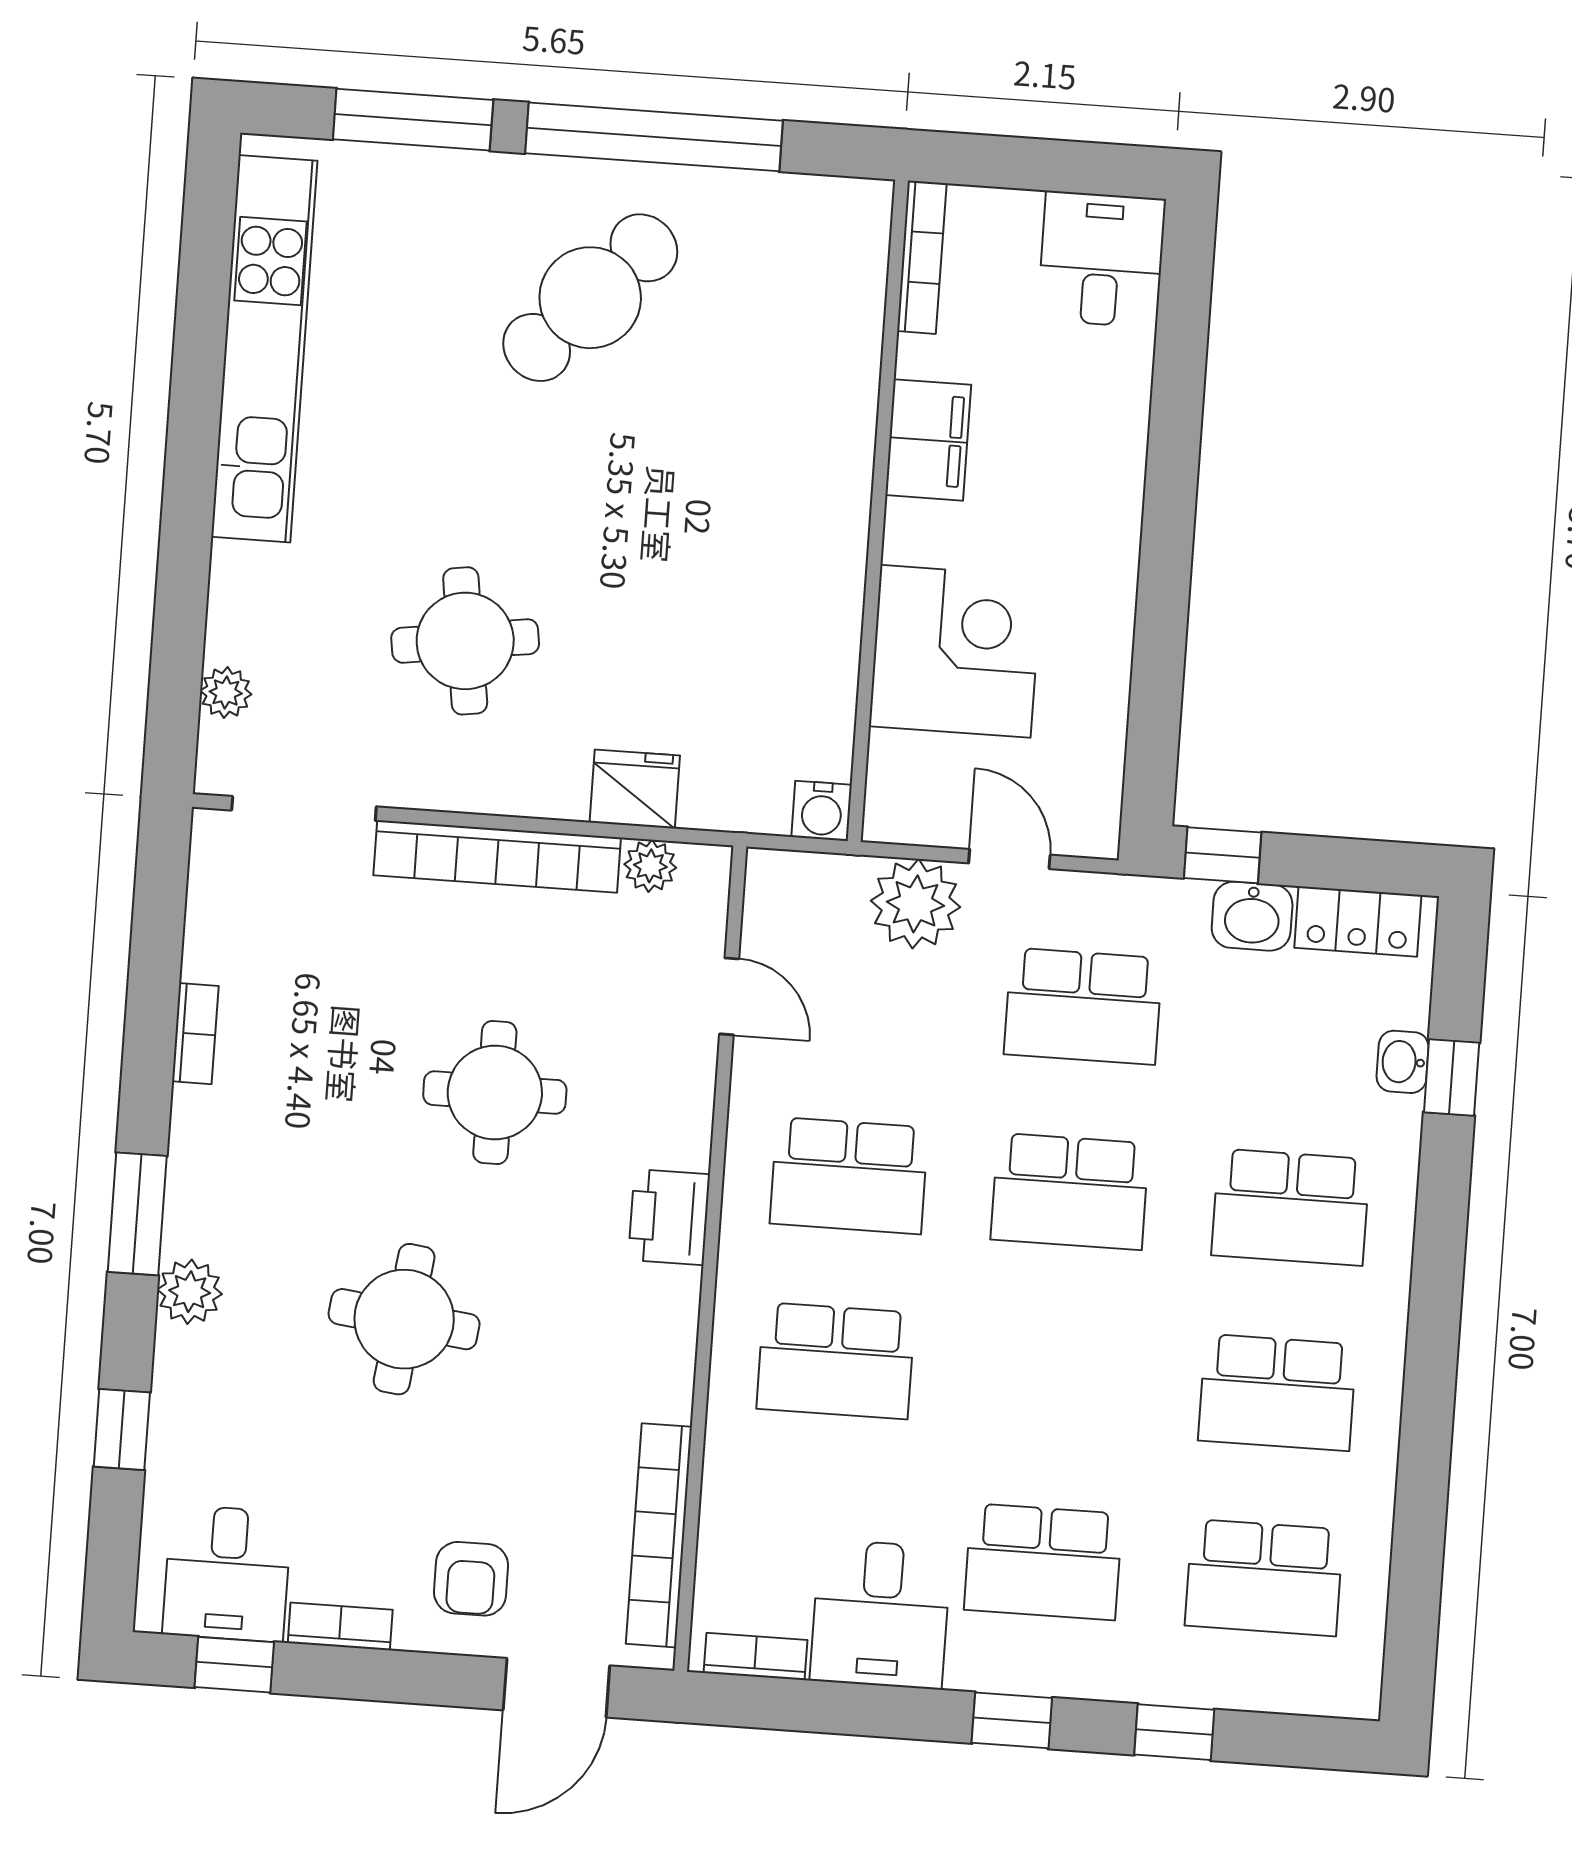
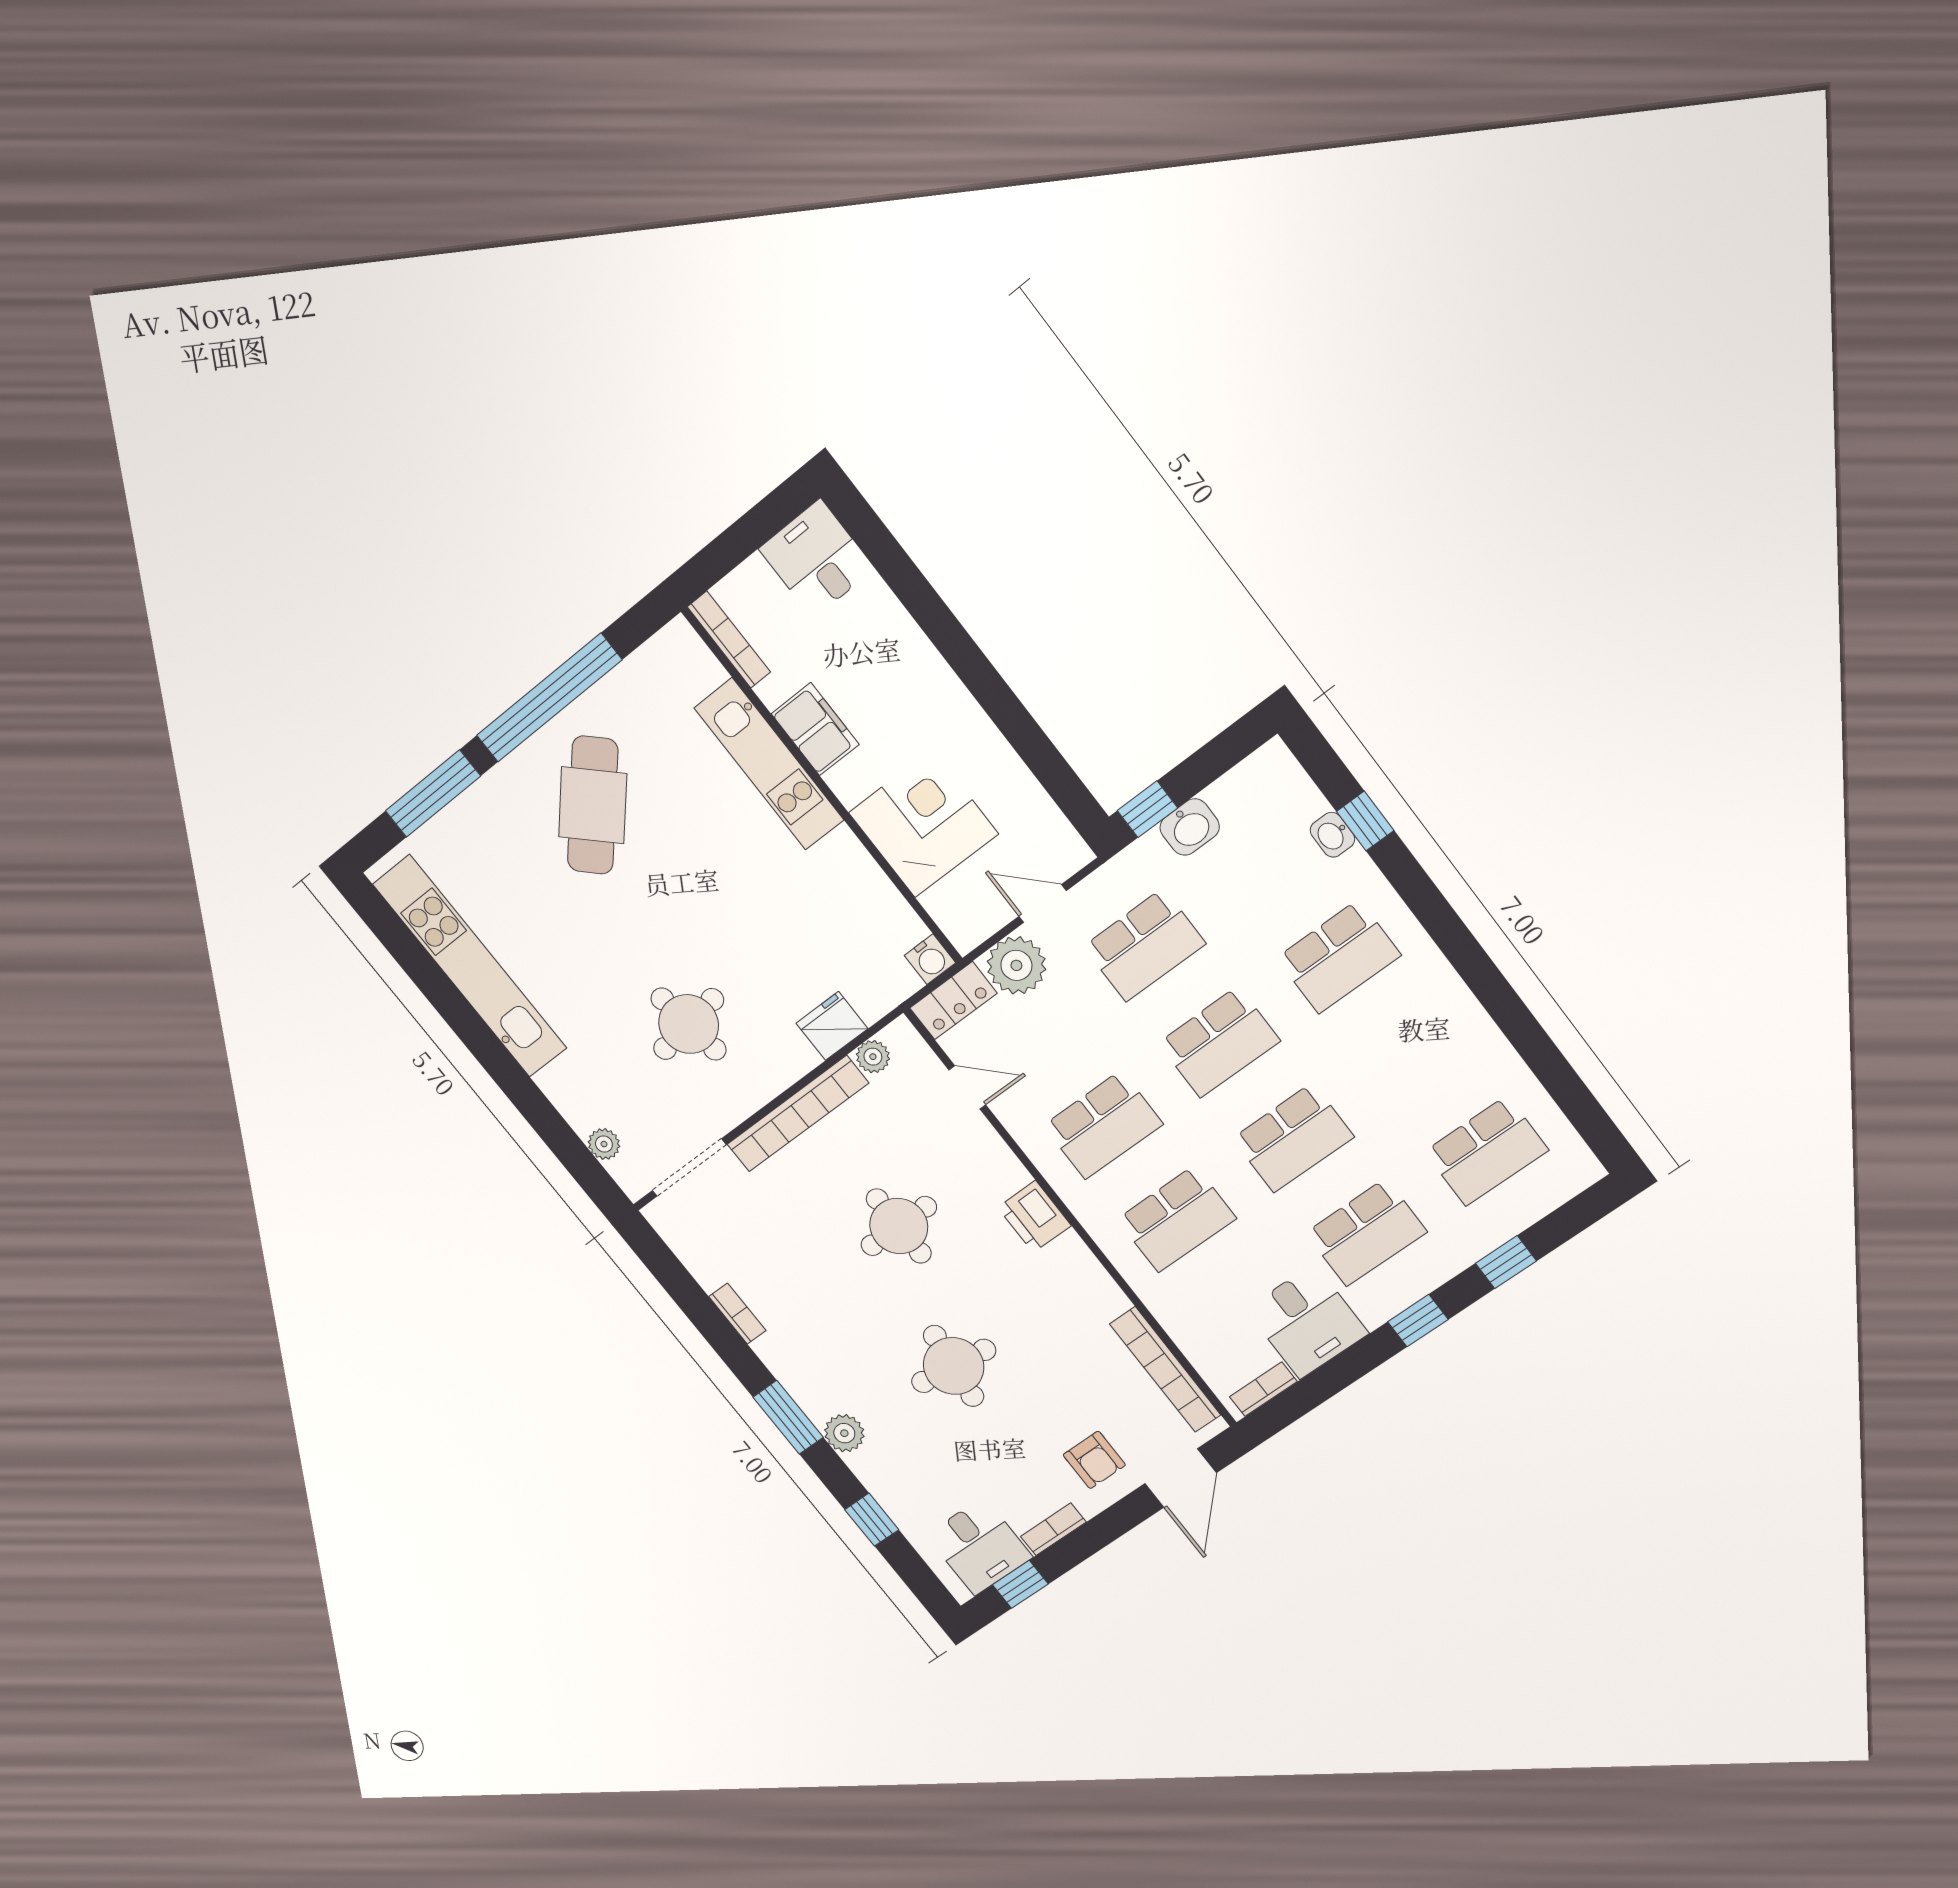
kitchen unit: (839, 432) -> (769, 764), added
locker: (1358, 921) -> (953, 1001), moved
school desk: (1277, 1392) -> (1293, 1138), moved

